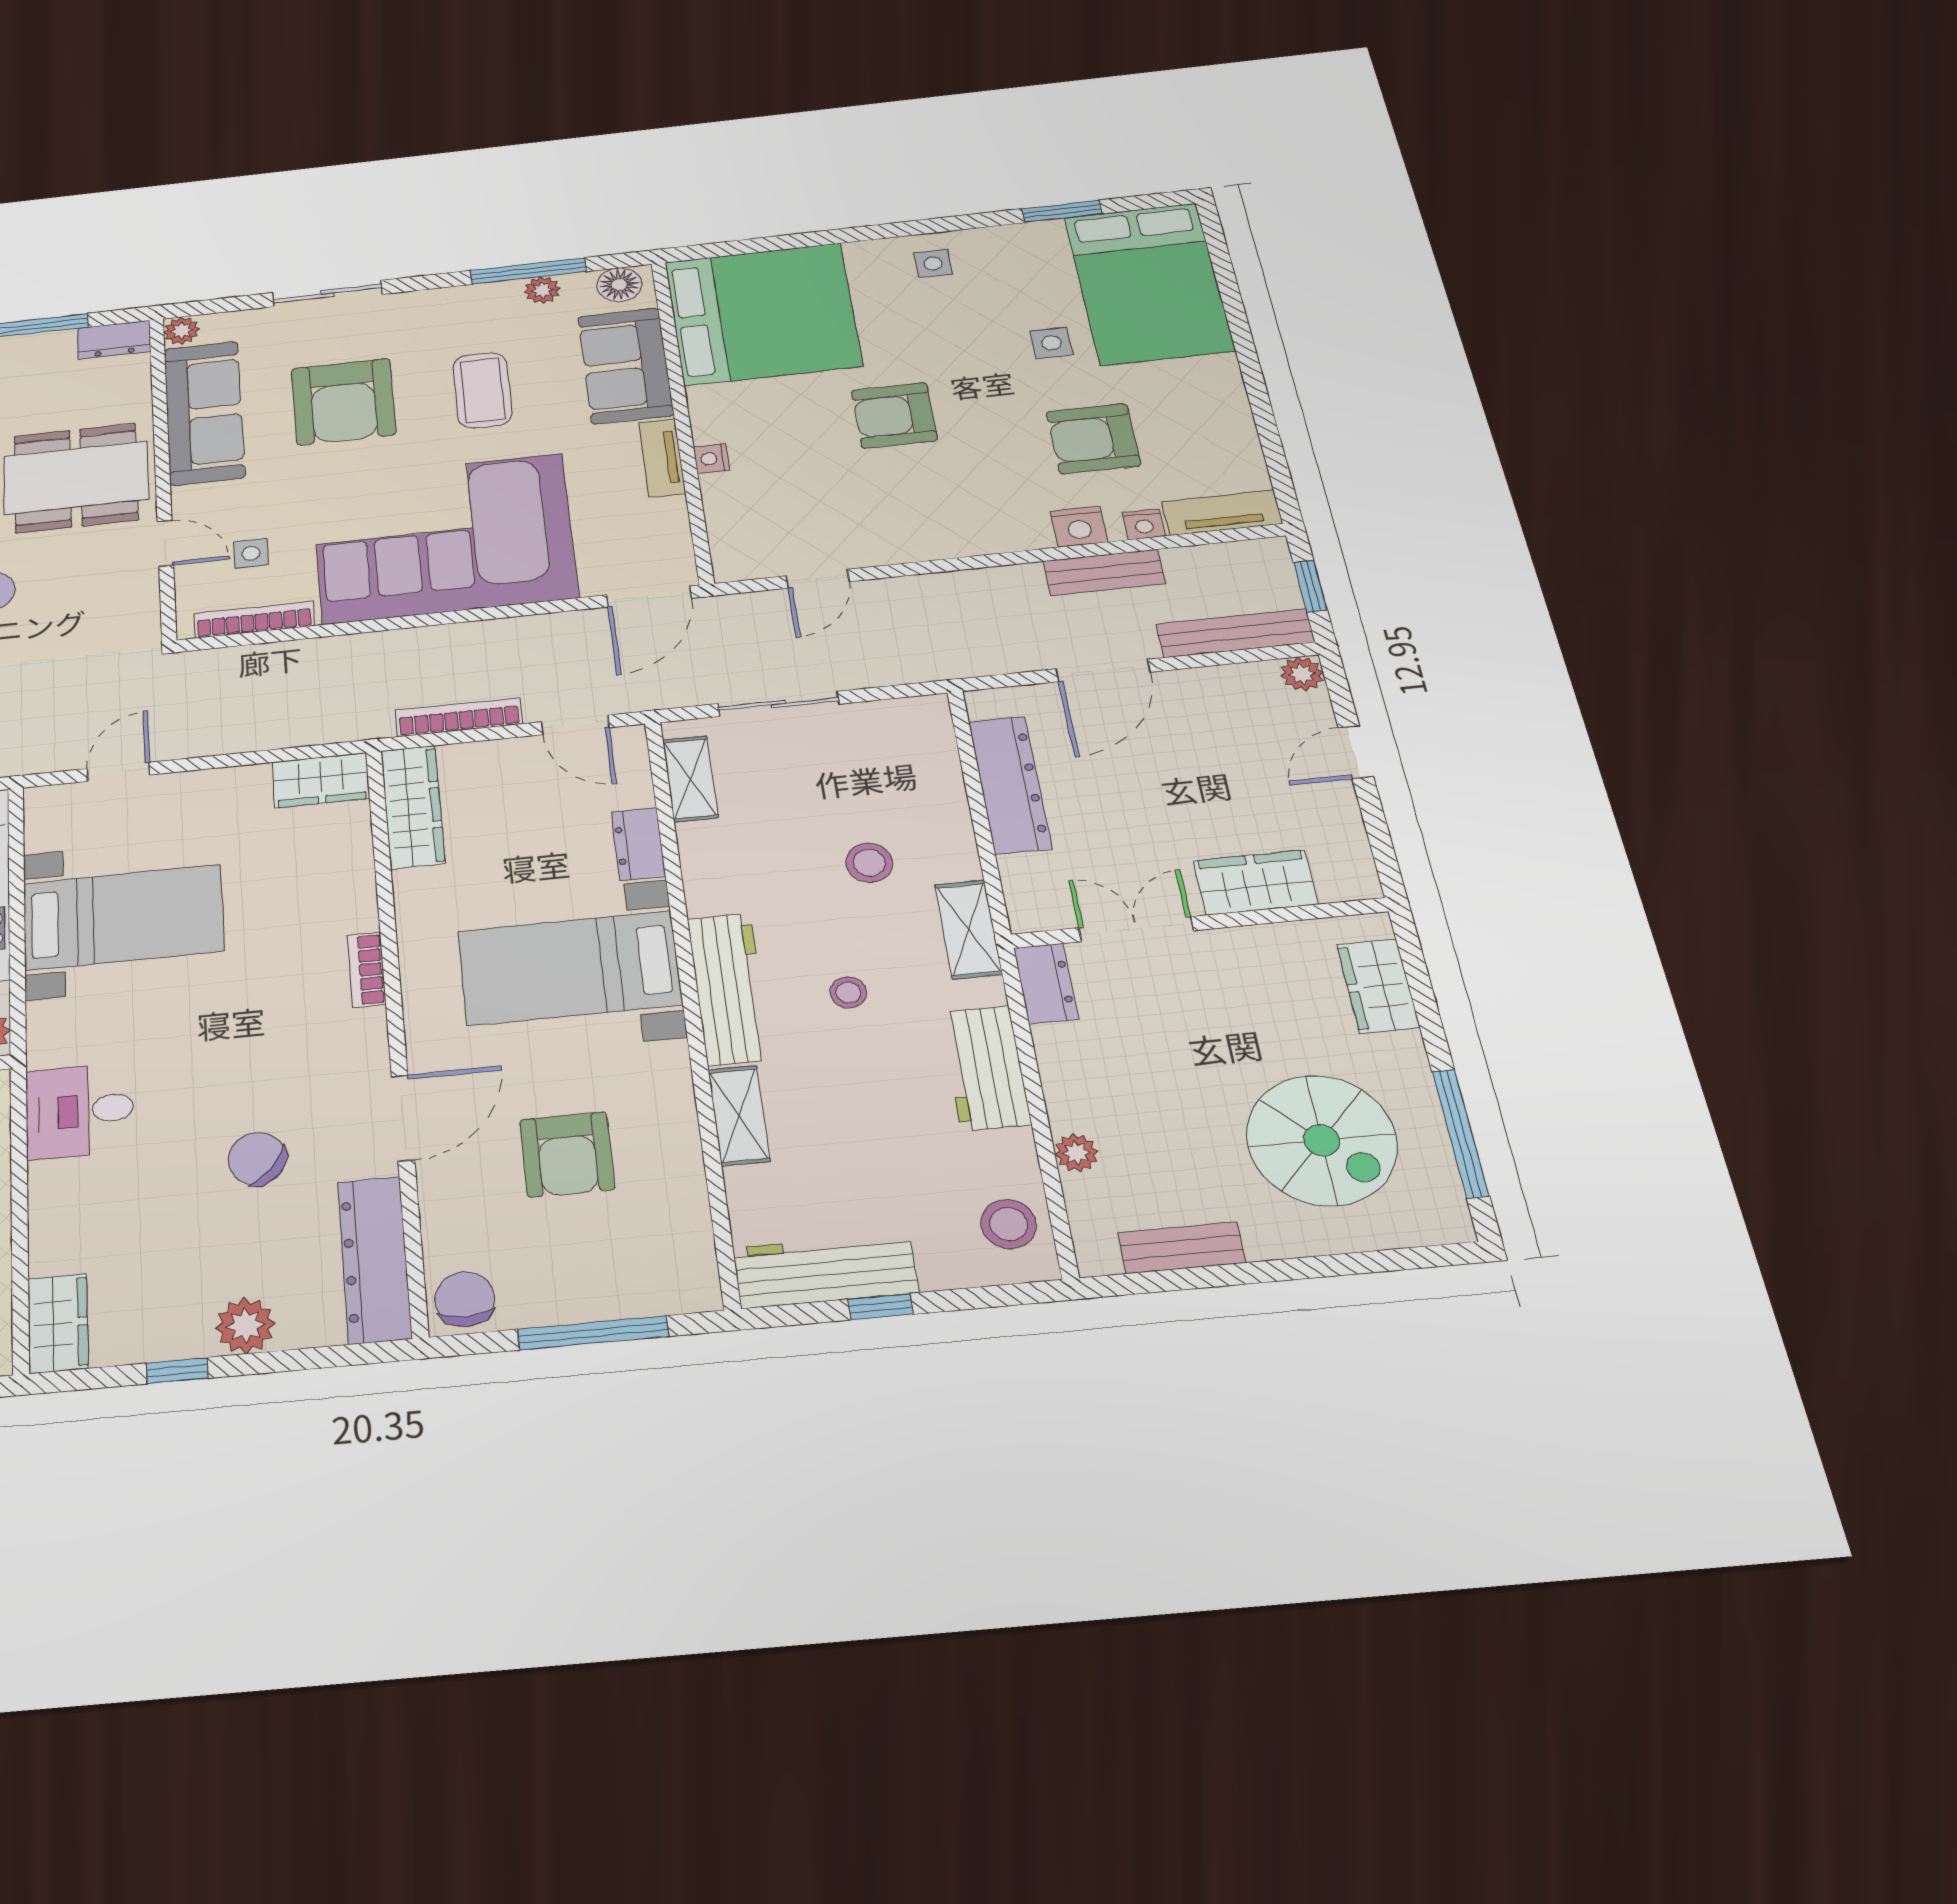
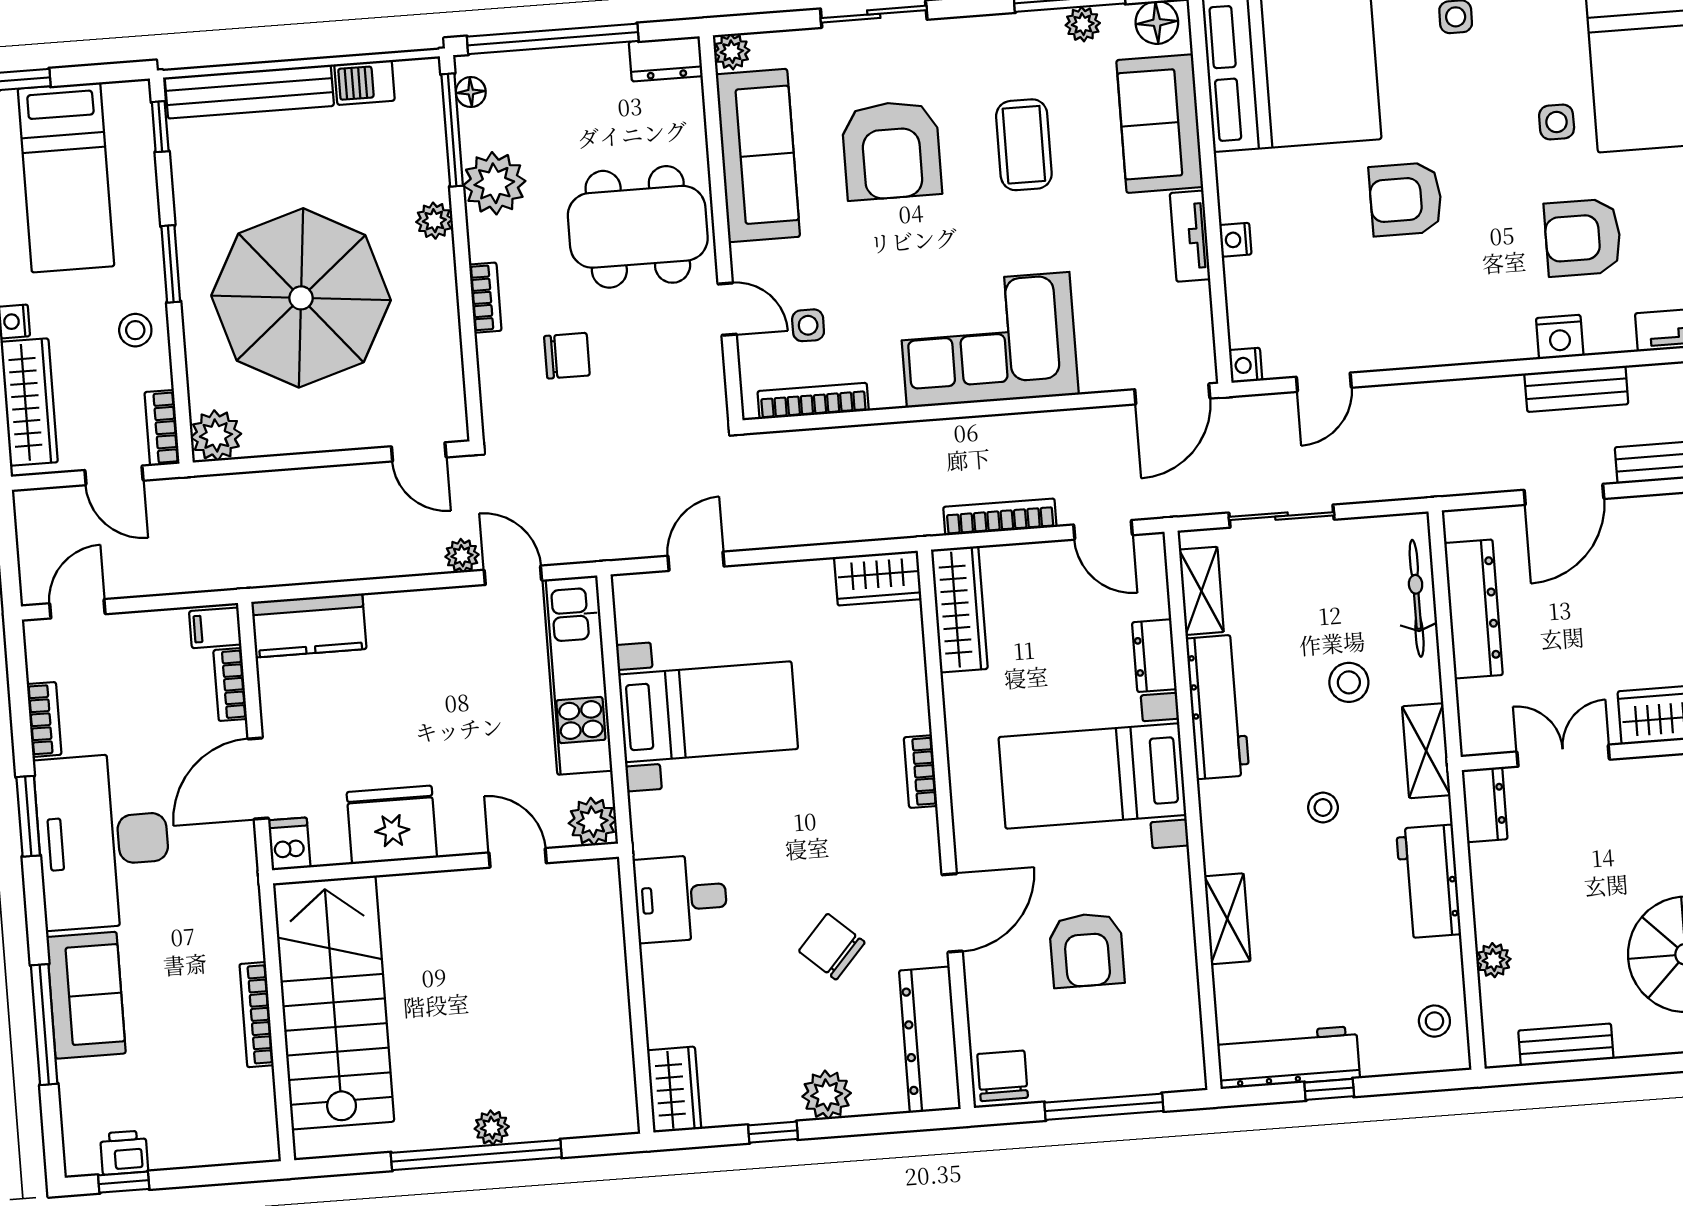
nightstand: (1144, 524) -> (1246, 365), moved, turned 90
corner sofa: (443, 538) -> (988, 340), width x0.73, depth x0.74
bicycle: (942, 777) -> (1417, 598), added
workbench: (729, 989) -> (1218, 707), moved
stool: (1009, 1224) -> (1434, 1021), width x0.73, depth x0.73

